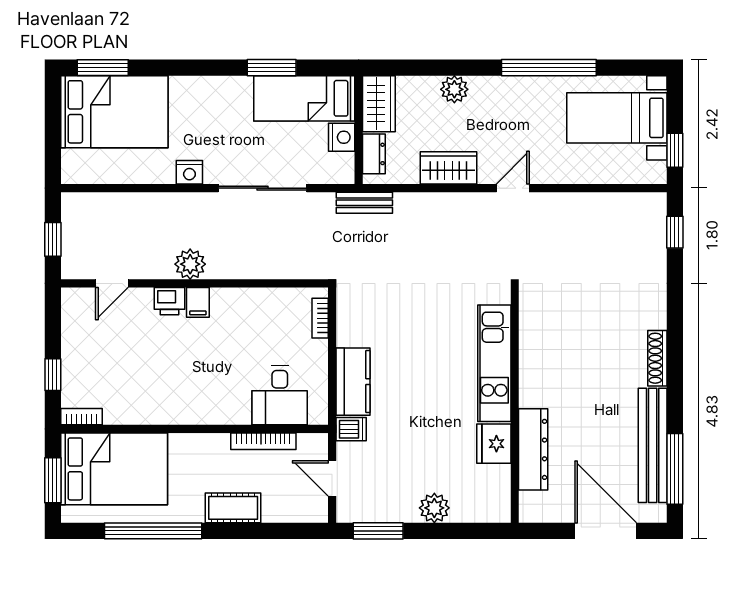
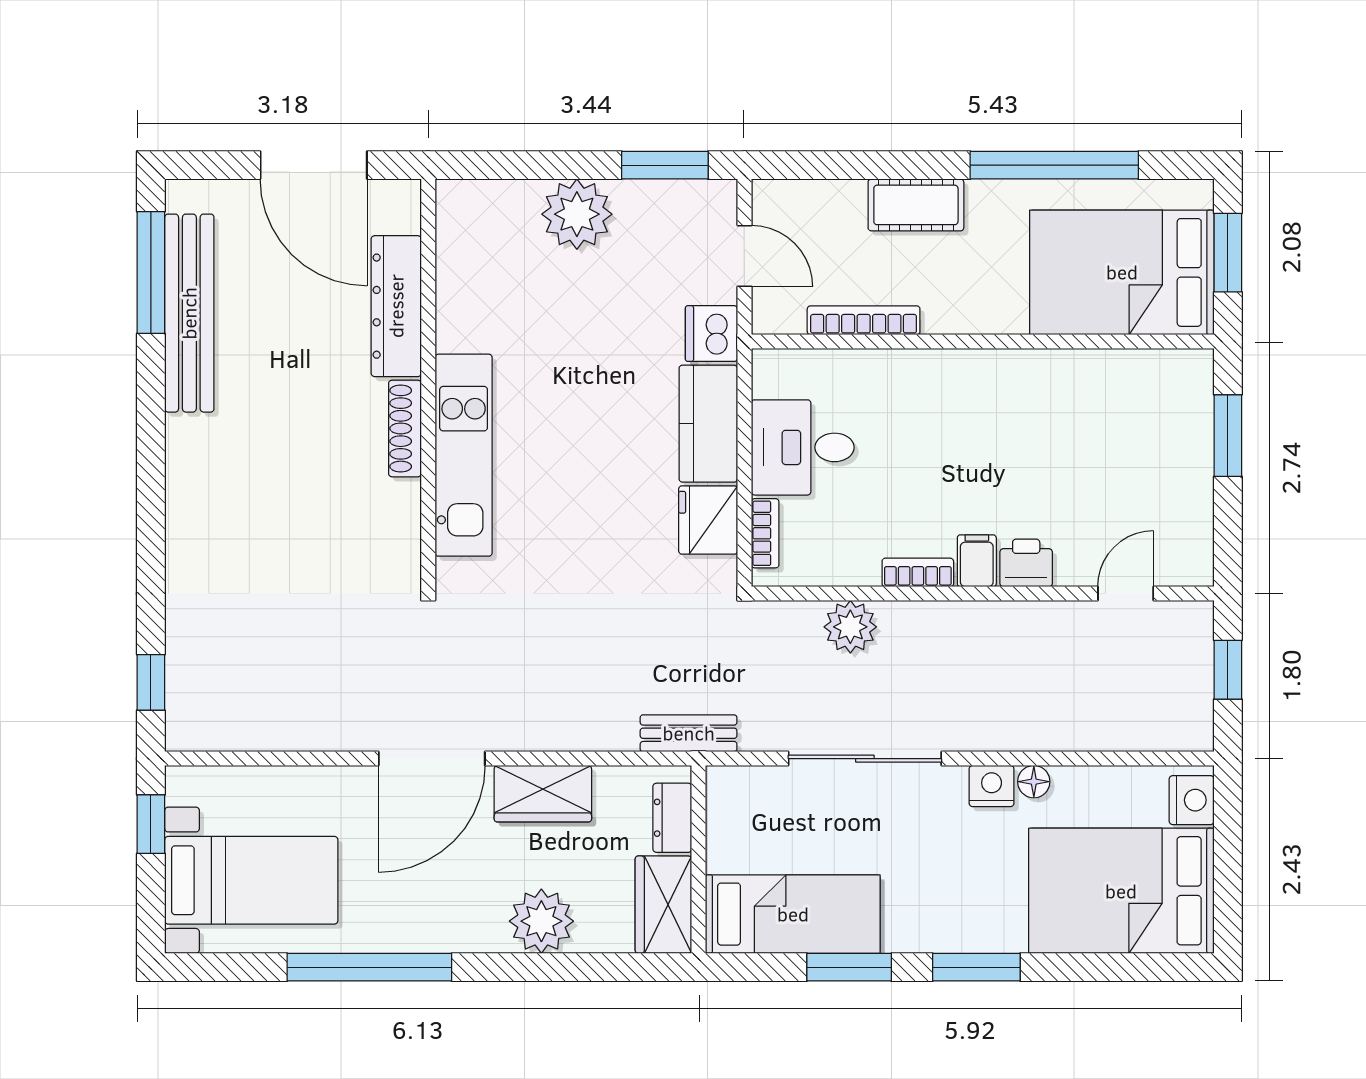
window: (103, 68) -> (976, 967), moved
plant: (454, 89) -> (541, 921), width x1.36, depth x1.36
nightstand: (342, 137) -> (1192, 800), moved, turned 180
floor lamp: (165, 175) -> (1034, 782), added
door: (513, 188) -> (432, 759), width x1.87
plant: (190, 264) -> (850, 627), moved
shoe rack: (657, 358) -> (405, 428), moved, turned 180
window: (53, 375) -> (1228, 436), width x1.50
desk: (280, 395) -> (803, 447), moved, turned -90
bookcase: (82, 417) -> (918, 572), moved, turned 180
dishwasher: (351, 429) -> (711, 334), width x1.38
fridge: (494, 444) -> (708, 520), moved, turned 180
plant: (434, 508) -> (577, 214), width x1.36, depth x1.36
door: (606, 531) -> (314, 165), moved

